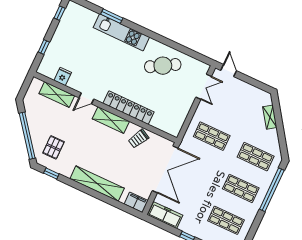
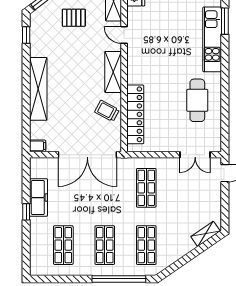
cafe table: (163, 66) -> (197, 100), turned 30
locker: (129, 108) -> (135, 114), moved
shelving: (270, 117) -> (205, 234), moved
pallet: (54, 147) -> (74, 18), moved
filing cabinet: (136, 202) -> (38, 146), width x0.50
freezer: (165, 215) -> (38, 198), moved

